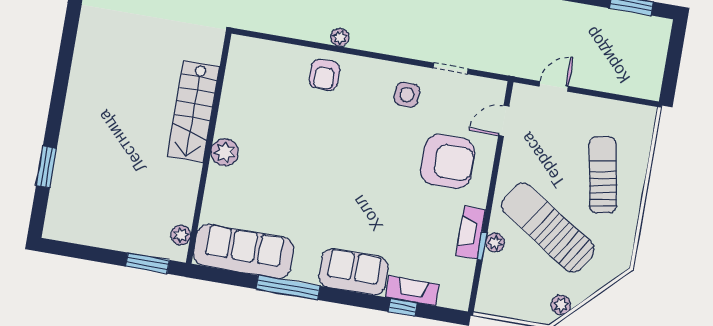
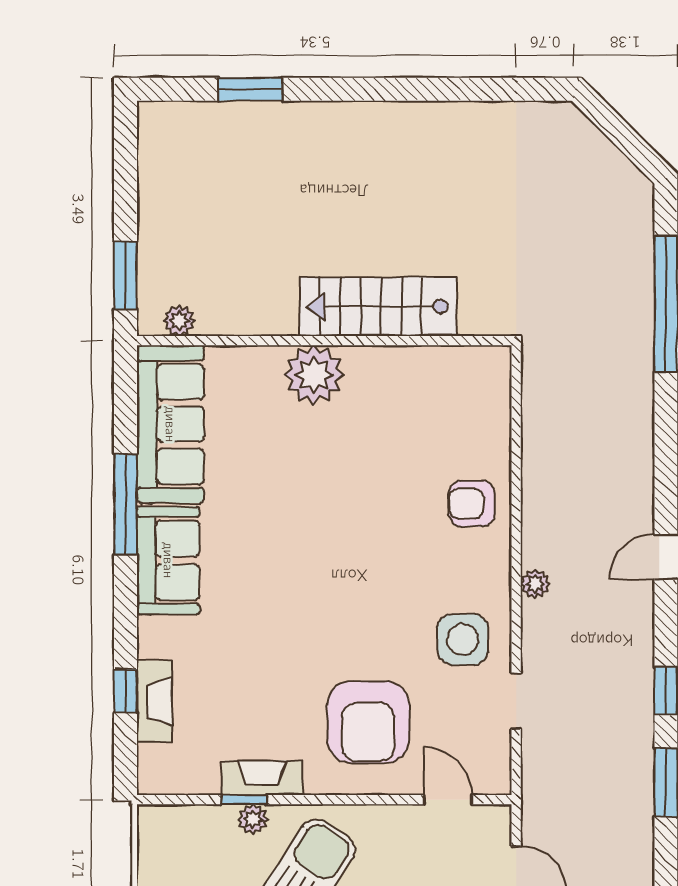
plant: (340, 37) -> (535, 584), moved
side table: (407, 95) -> (463, 639), width x1.37, depth x1.37
plant: (225, 152) -> (314, 375), width x1.36, depth x1.36
sofa: (354, 272) -> (168, 560), moved

